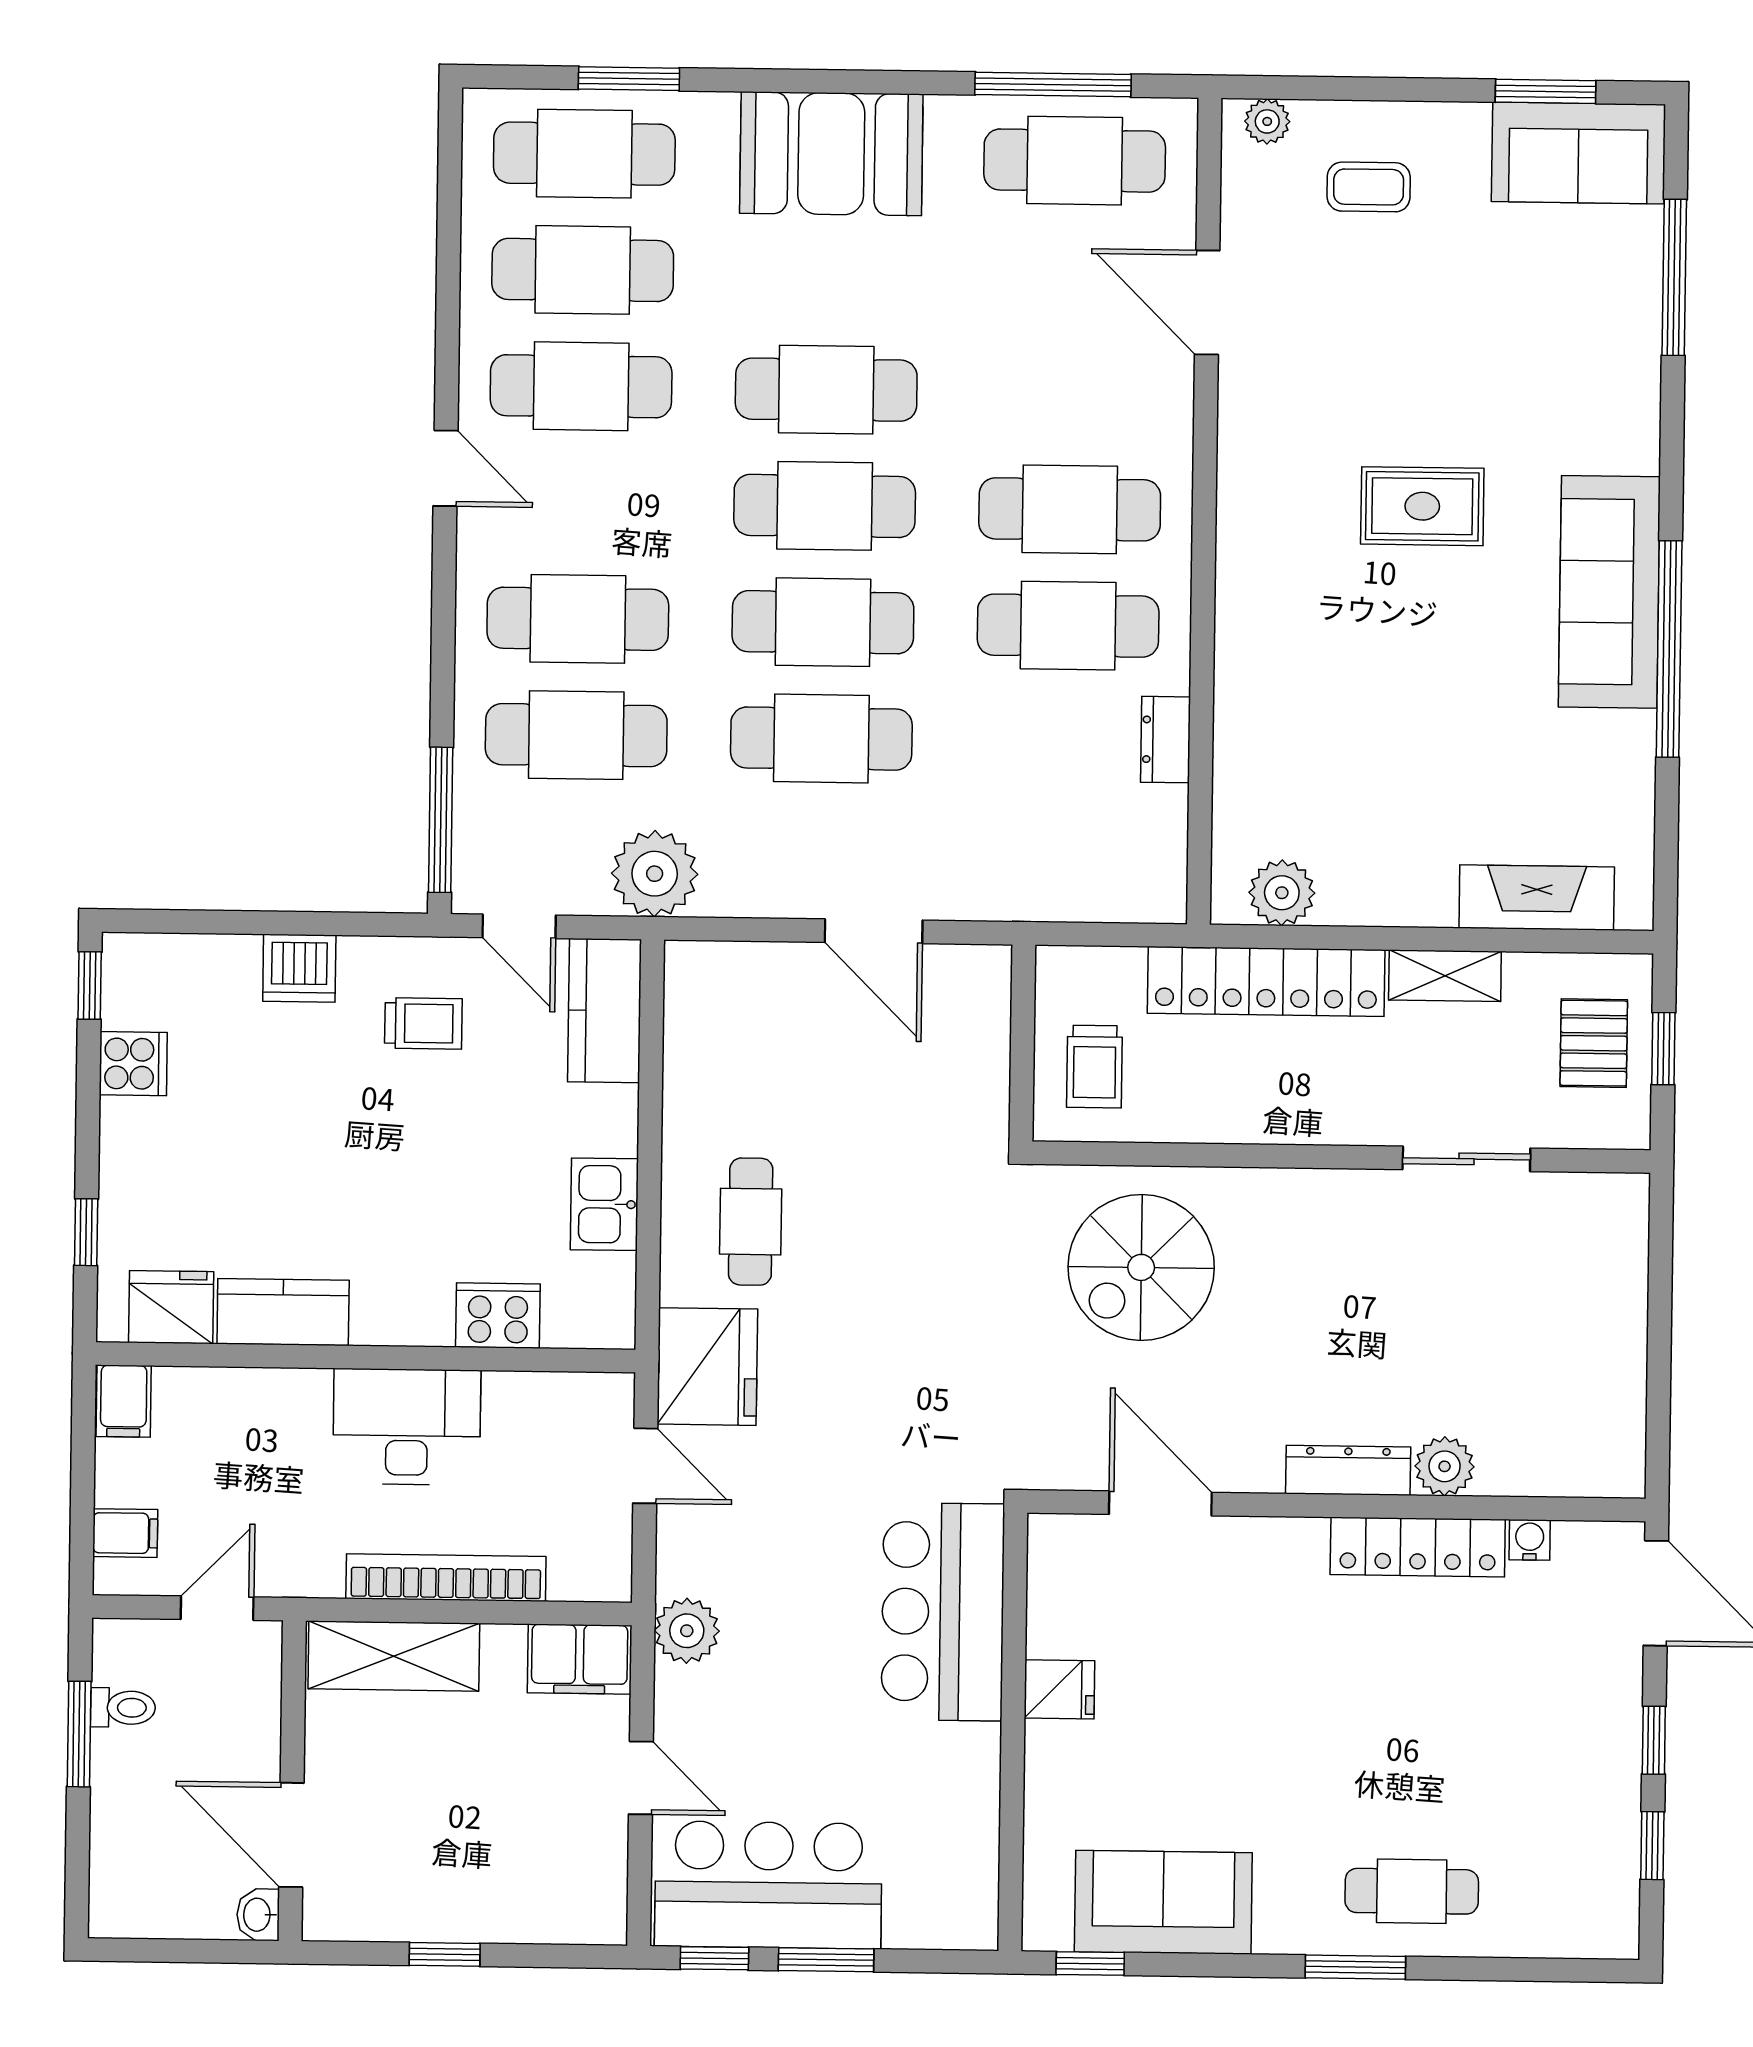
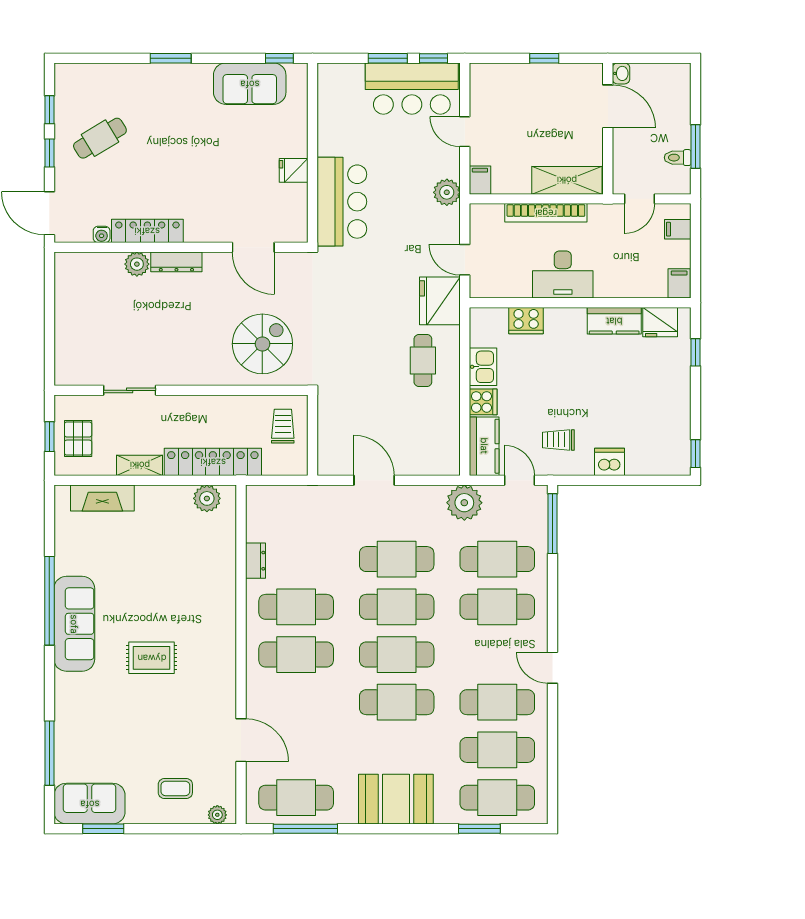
cooker: (133, 1064) -> (483, 402), moved, turned 180
filing cabinet: (580, 1659) -> (480, 180), width x0.50
cafe table: (1412, 1891) -> (100, 138), moved, turned -31

